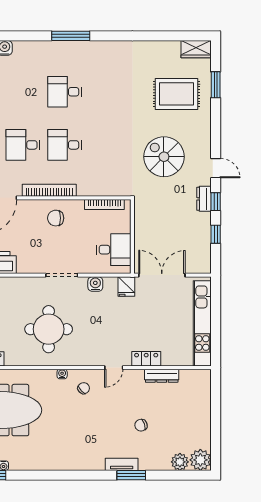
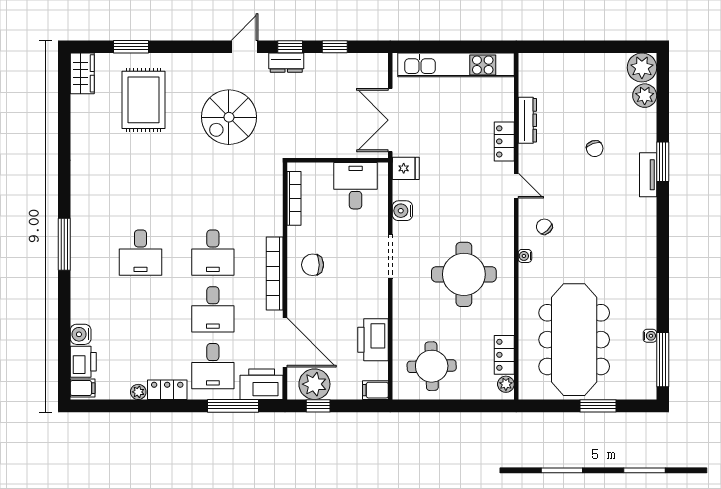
chair: (56, 218) -> (313, 265), turned 90

